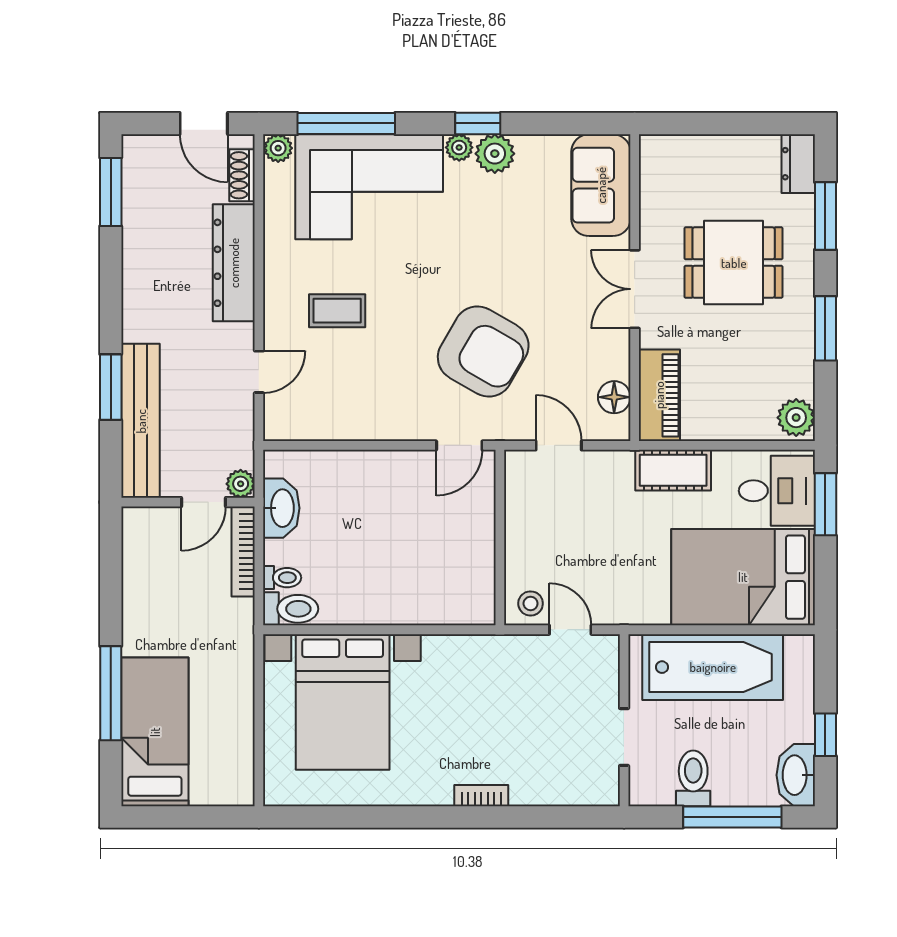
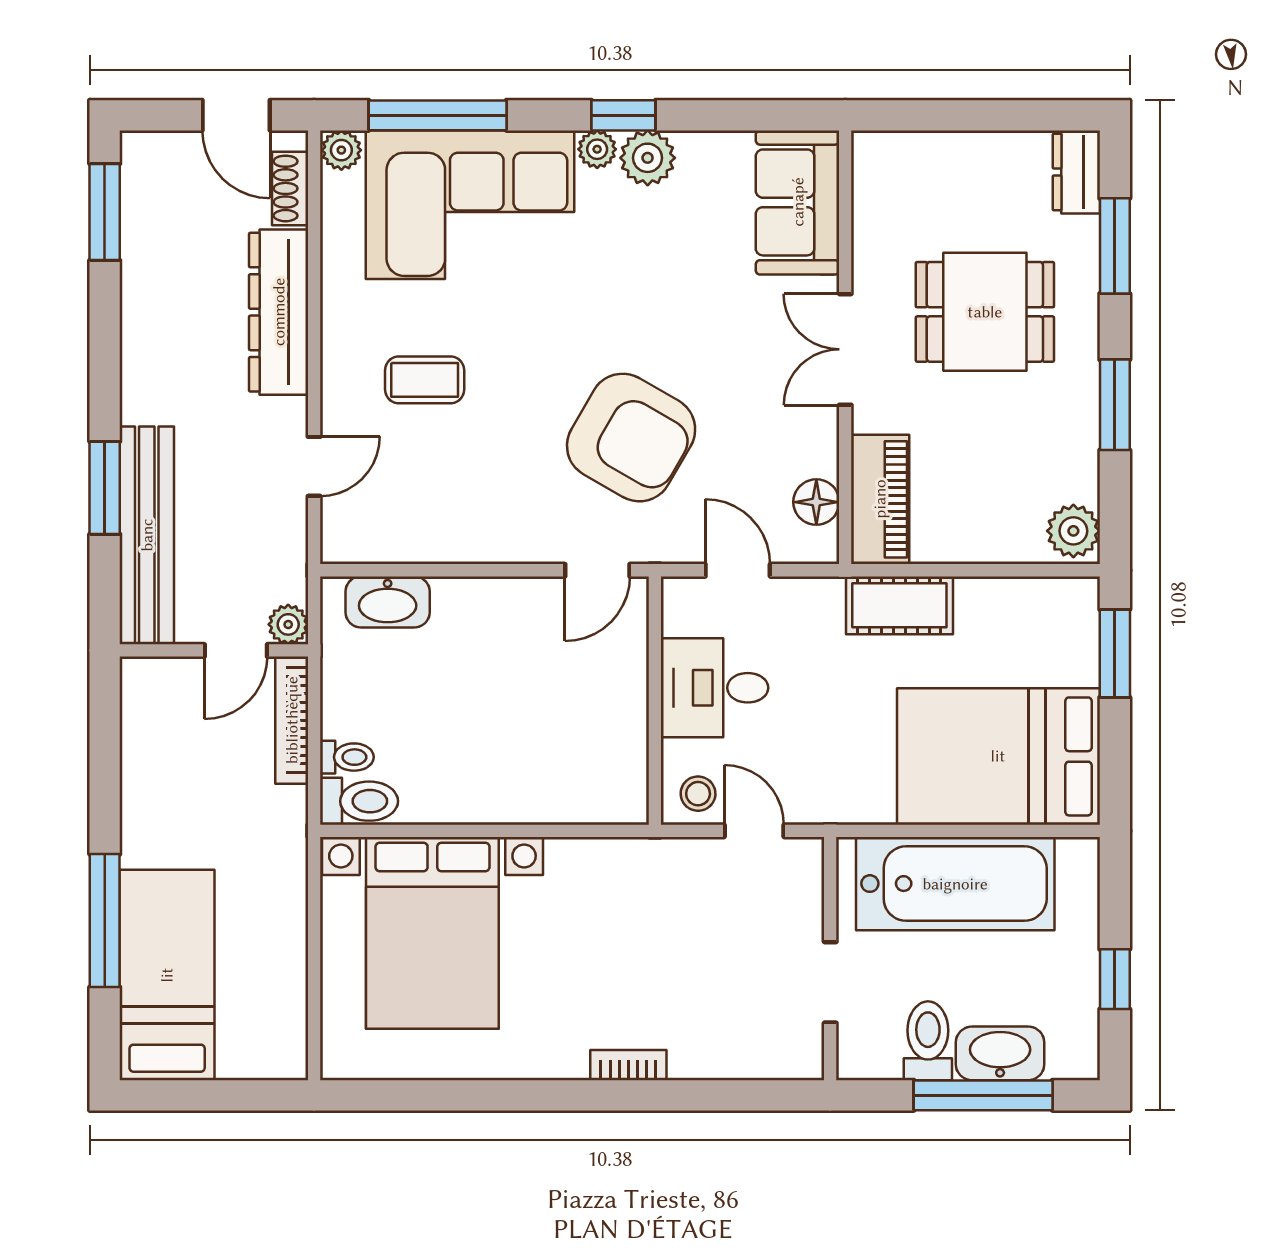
desk: (777, 491) -> (714, 688), moved, turned 180
washbasin: (281, 508) -> (388, 602), moved, turned 90
washbasin: (796, 775) -> (1000, 1053), moved, turned 90

